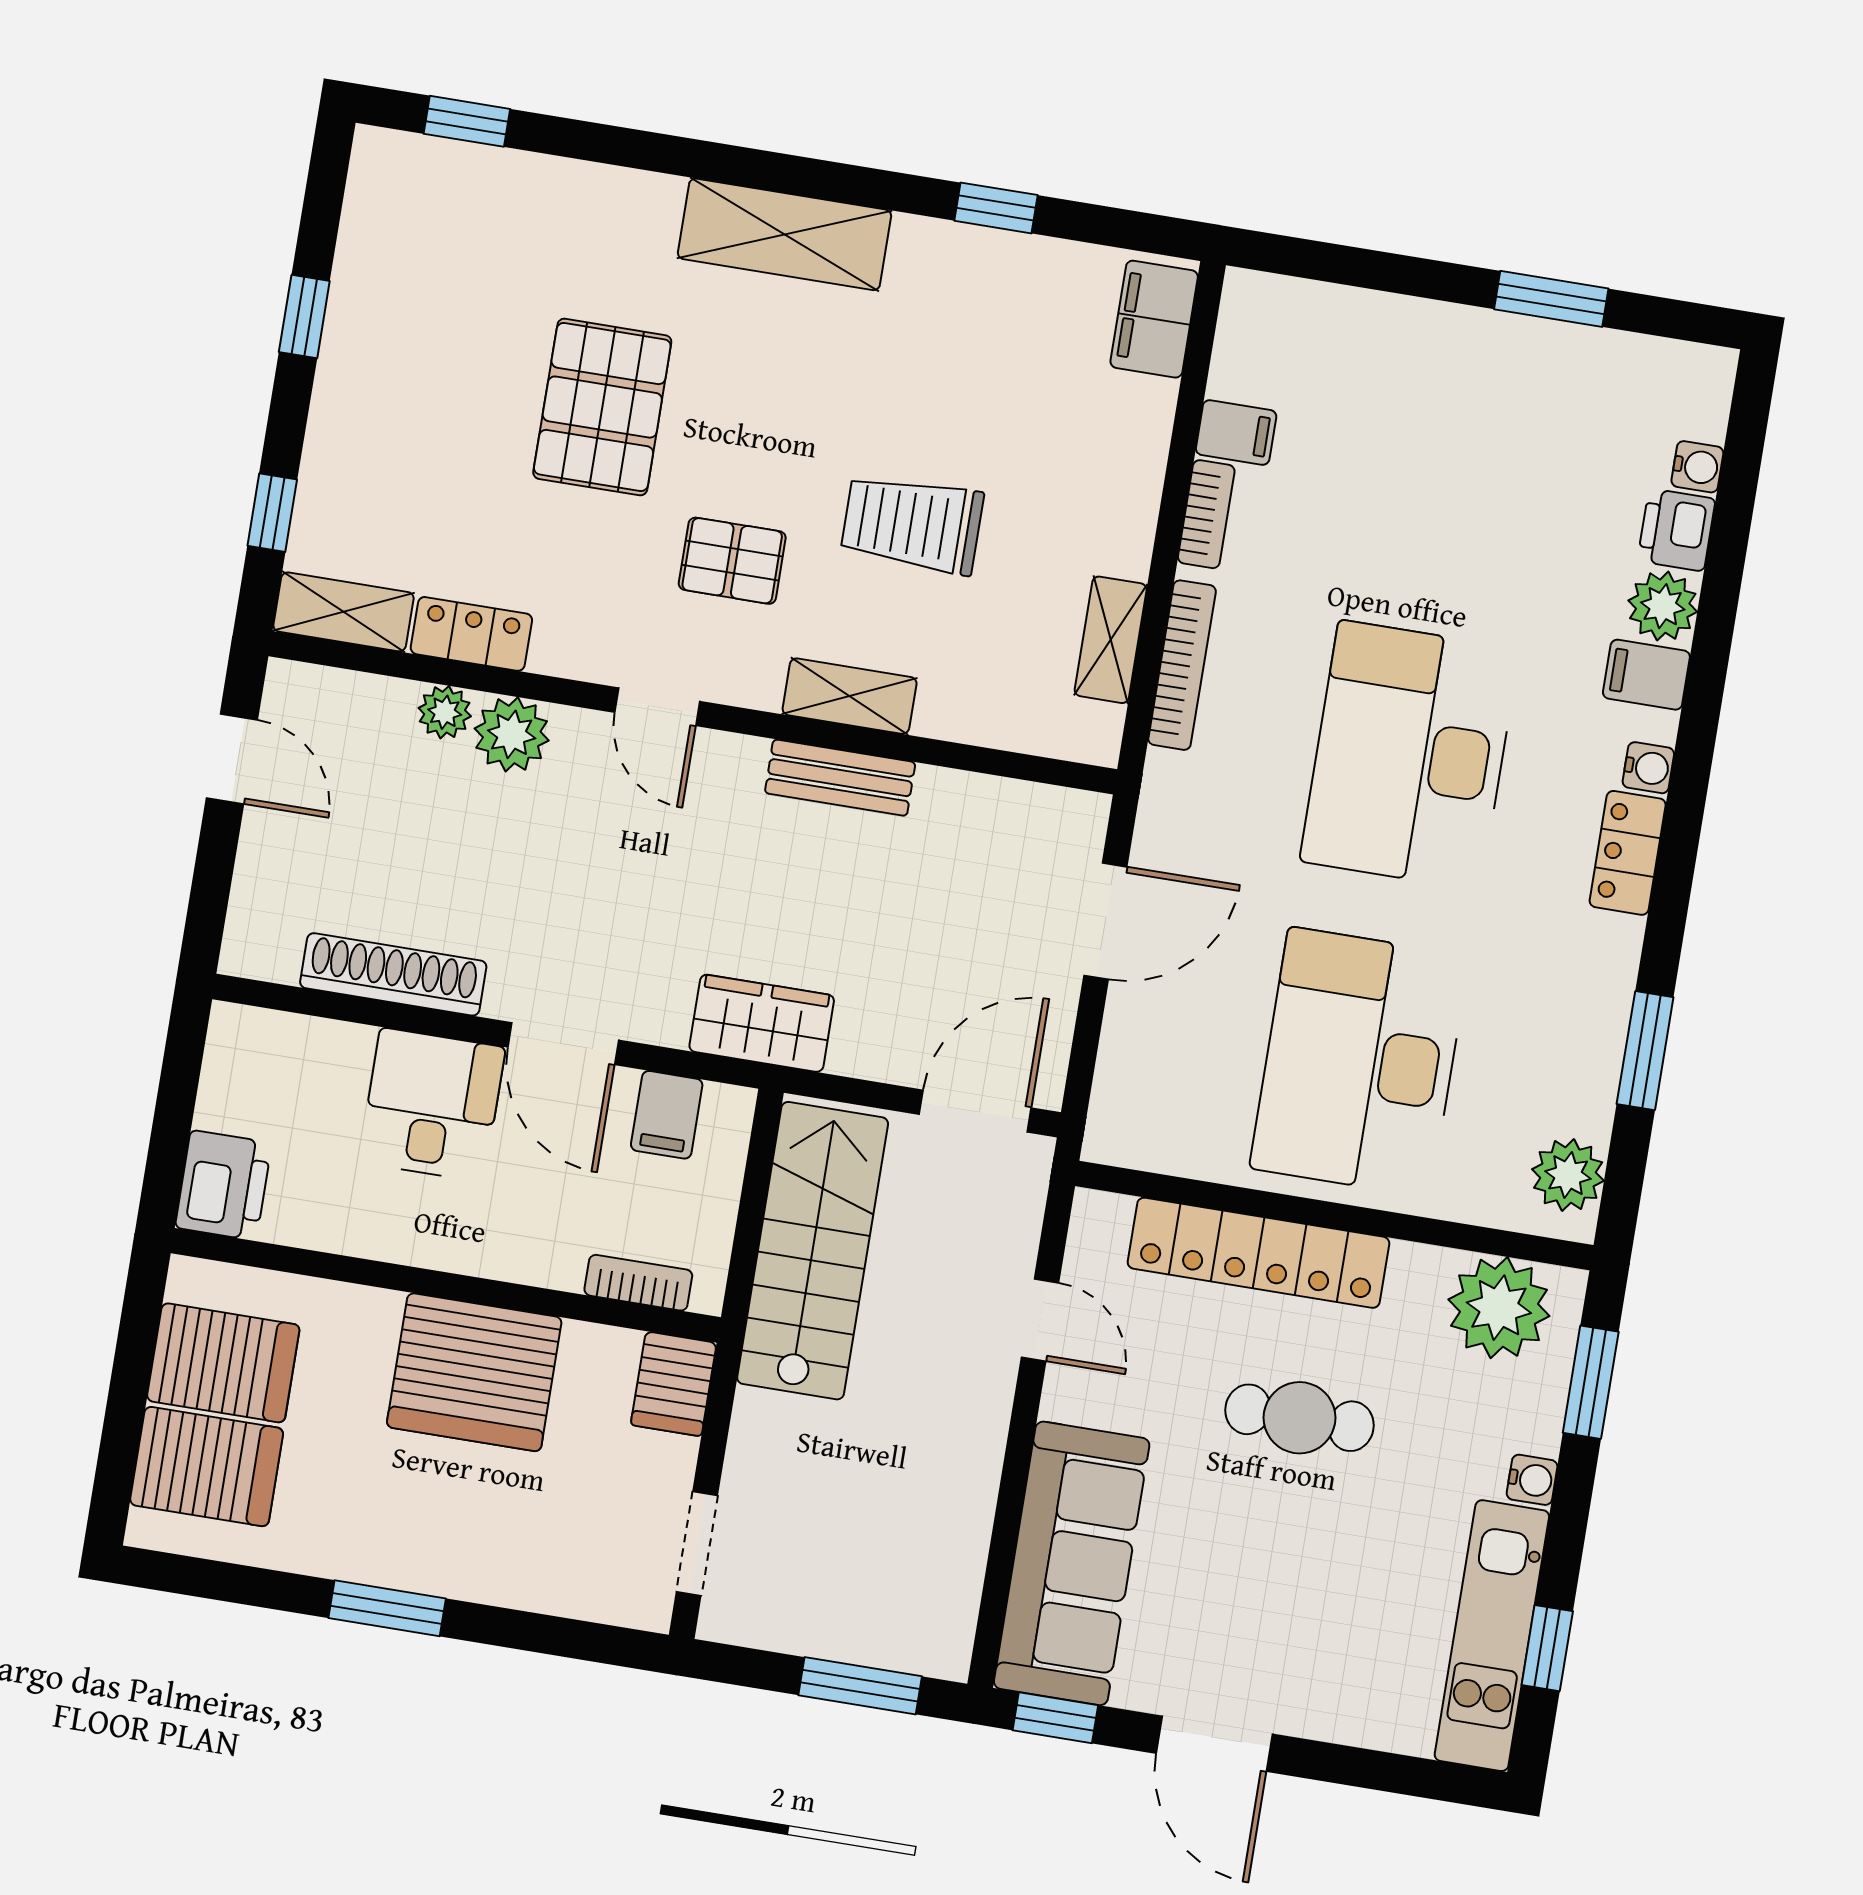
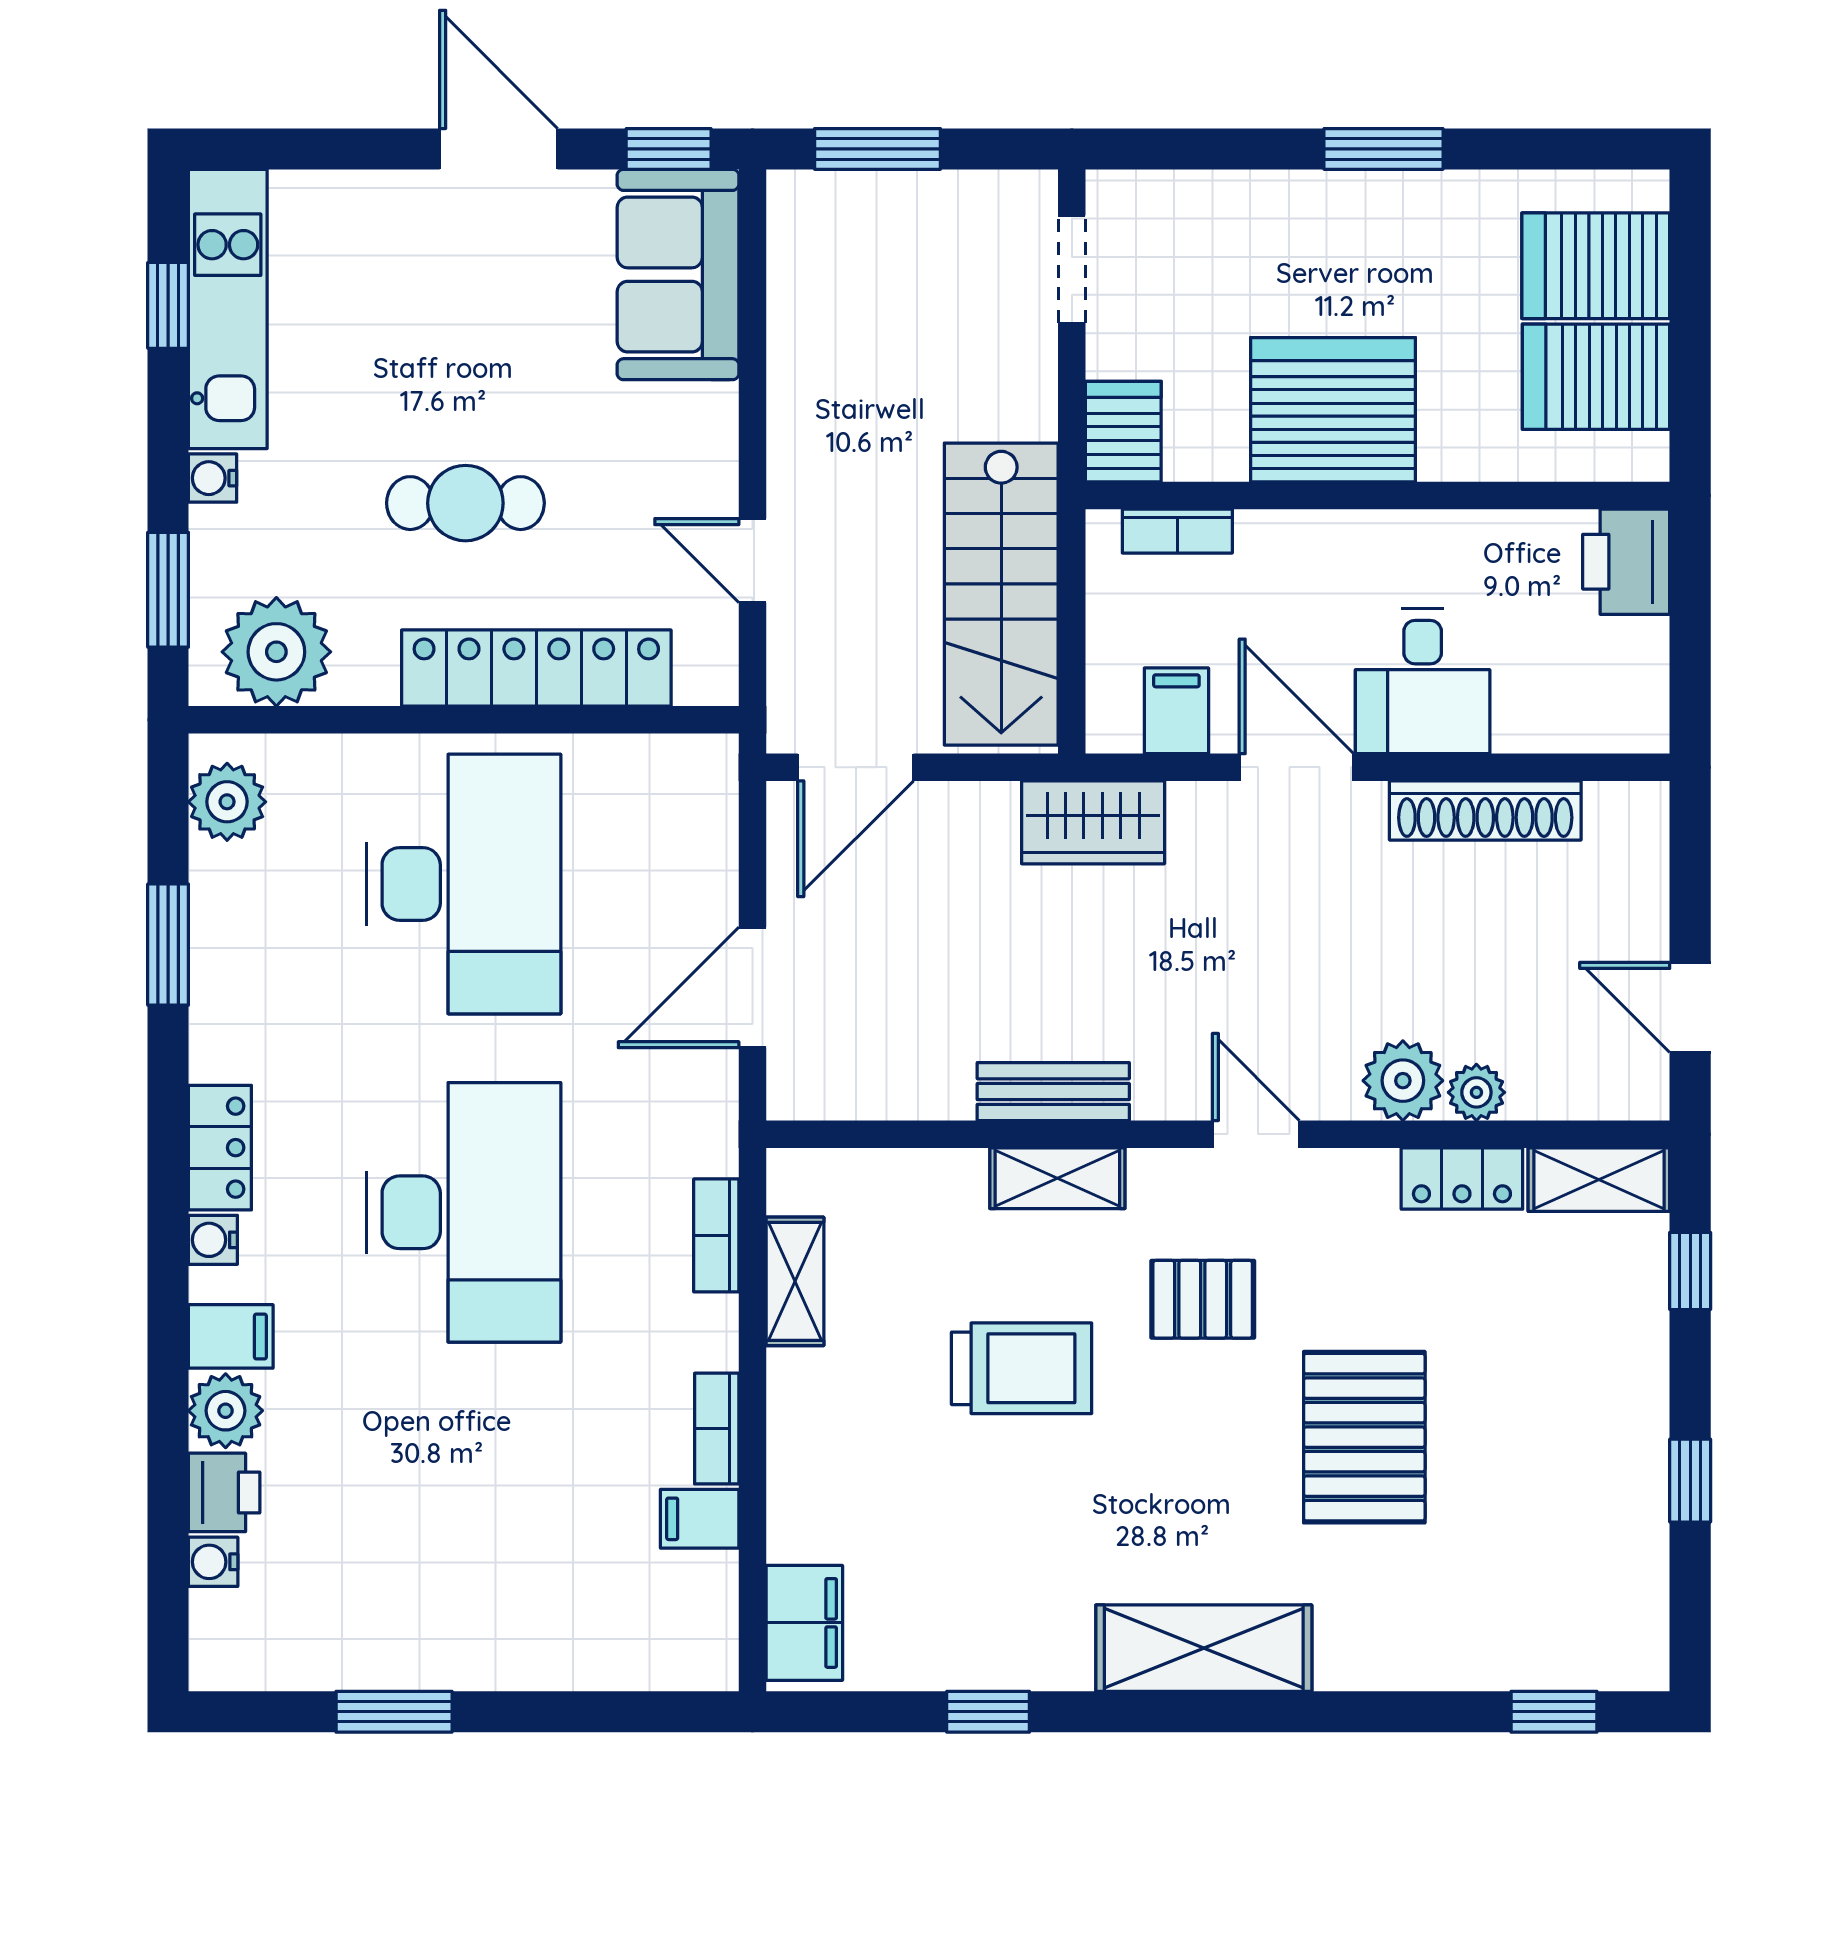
bookcase: (1182, 665) -> (716, 1235), width x0.64
sofa: (1072, 1563) -> (678, 275), width x0.73

